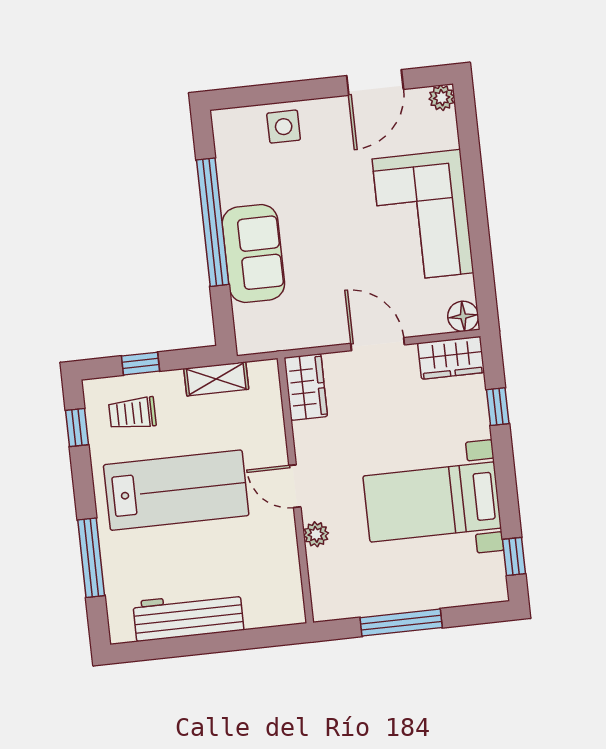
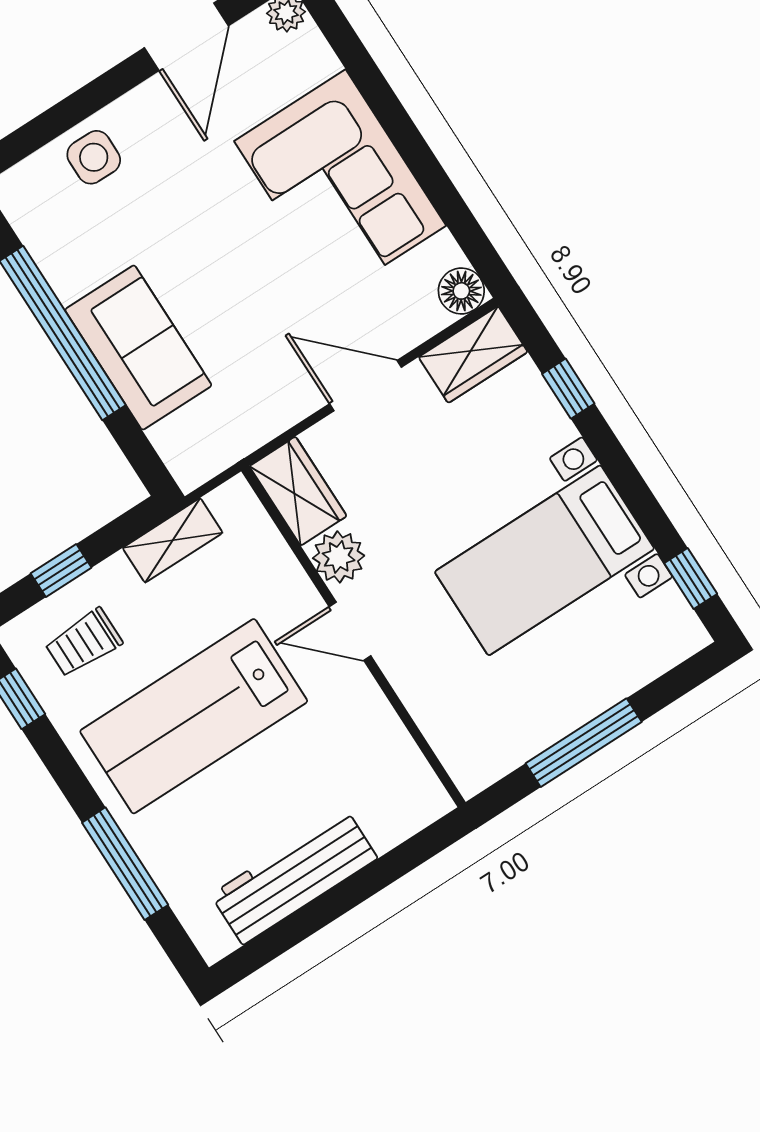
lab bench: (176, 490) -> (194, 716), turned 180
plant: (316, 534) -> (339, 557), moved, width x1.38, depth x1.38

